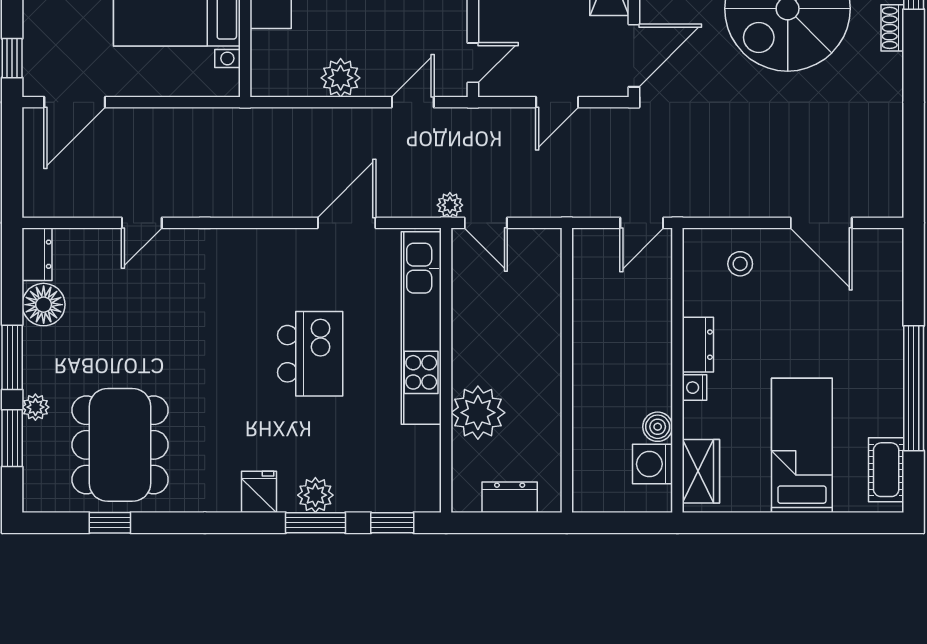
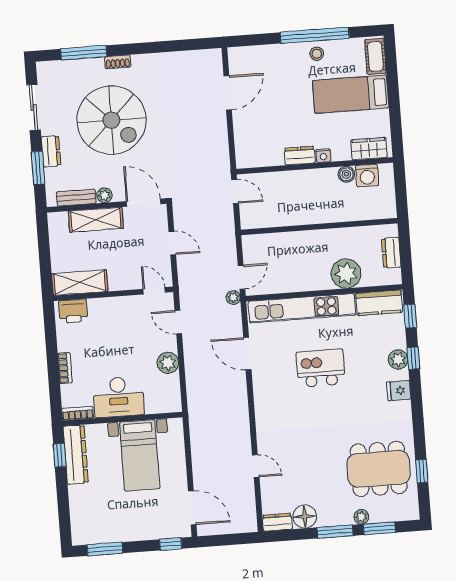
stool: (740, 264) -> (317, 54), moved
kitchen counter: (420, 468) -> (379, 303), added
cot: (886, 470) -> (375, 56), moved, turned 90
window: (316, 523) -> (413, 358), width x0.67

